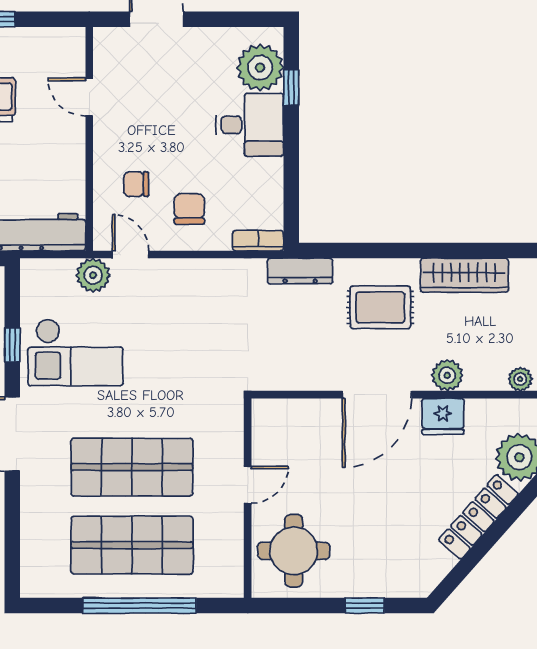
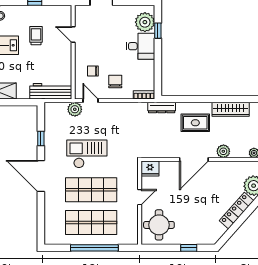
checkout: (75, 352) -> (87, 154), moved, turned 180
fridge: (443, 416) -> (150, 168), moved

